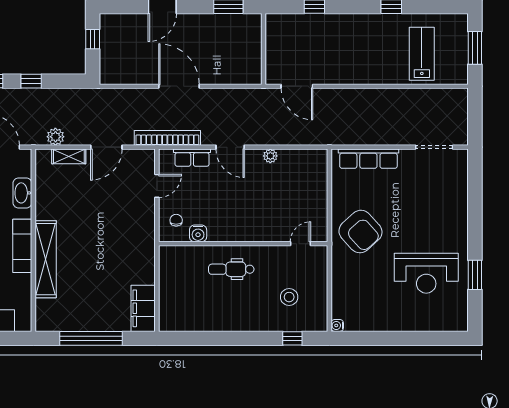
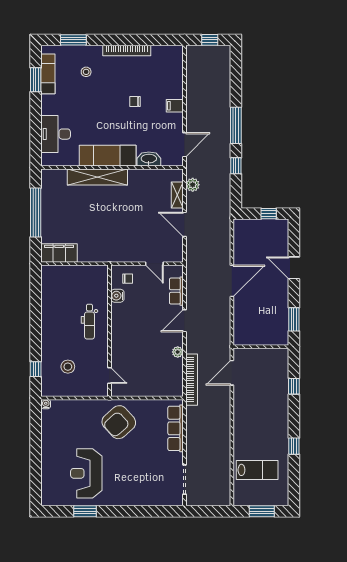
bookcase: (167, 138) -> (192, 380), moved
exam couch: (22, 246) -> (108, 156), width x1.36, depth x1.45
dental chair: (231, 269) -> (89, 322), turned 180

